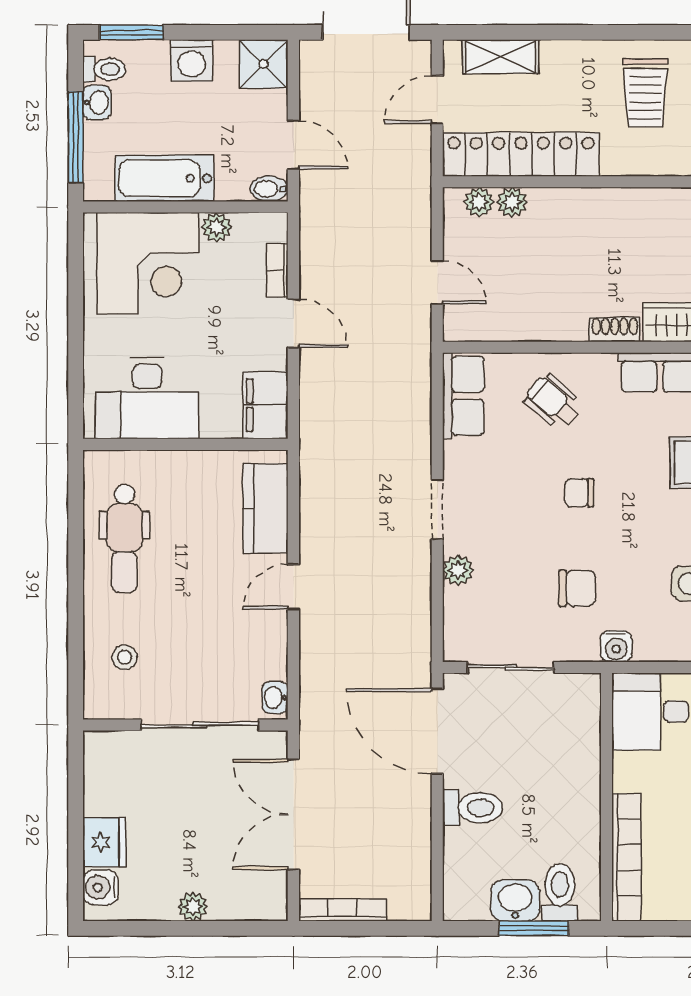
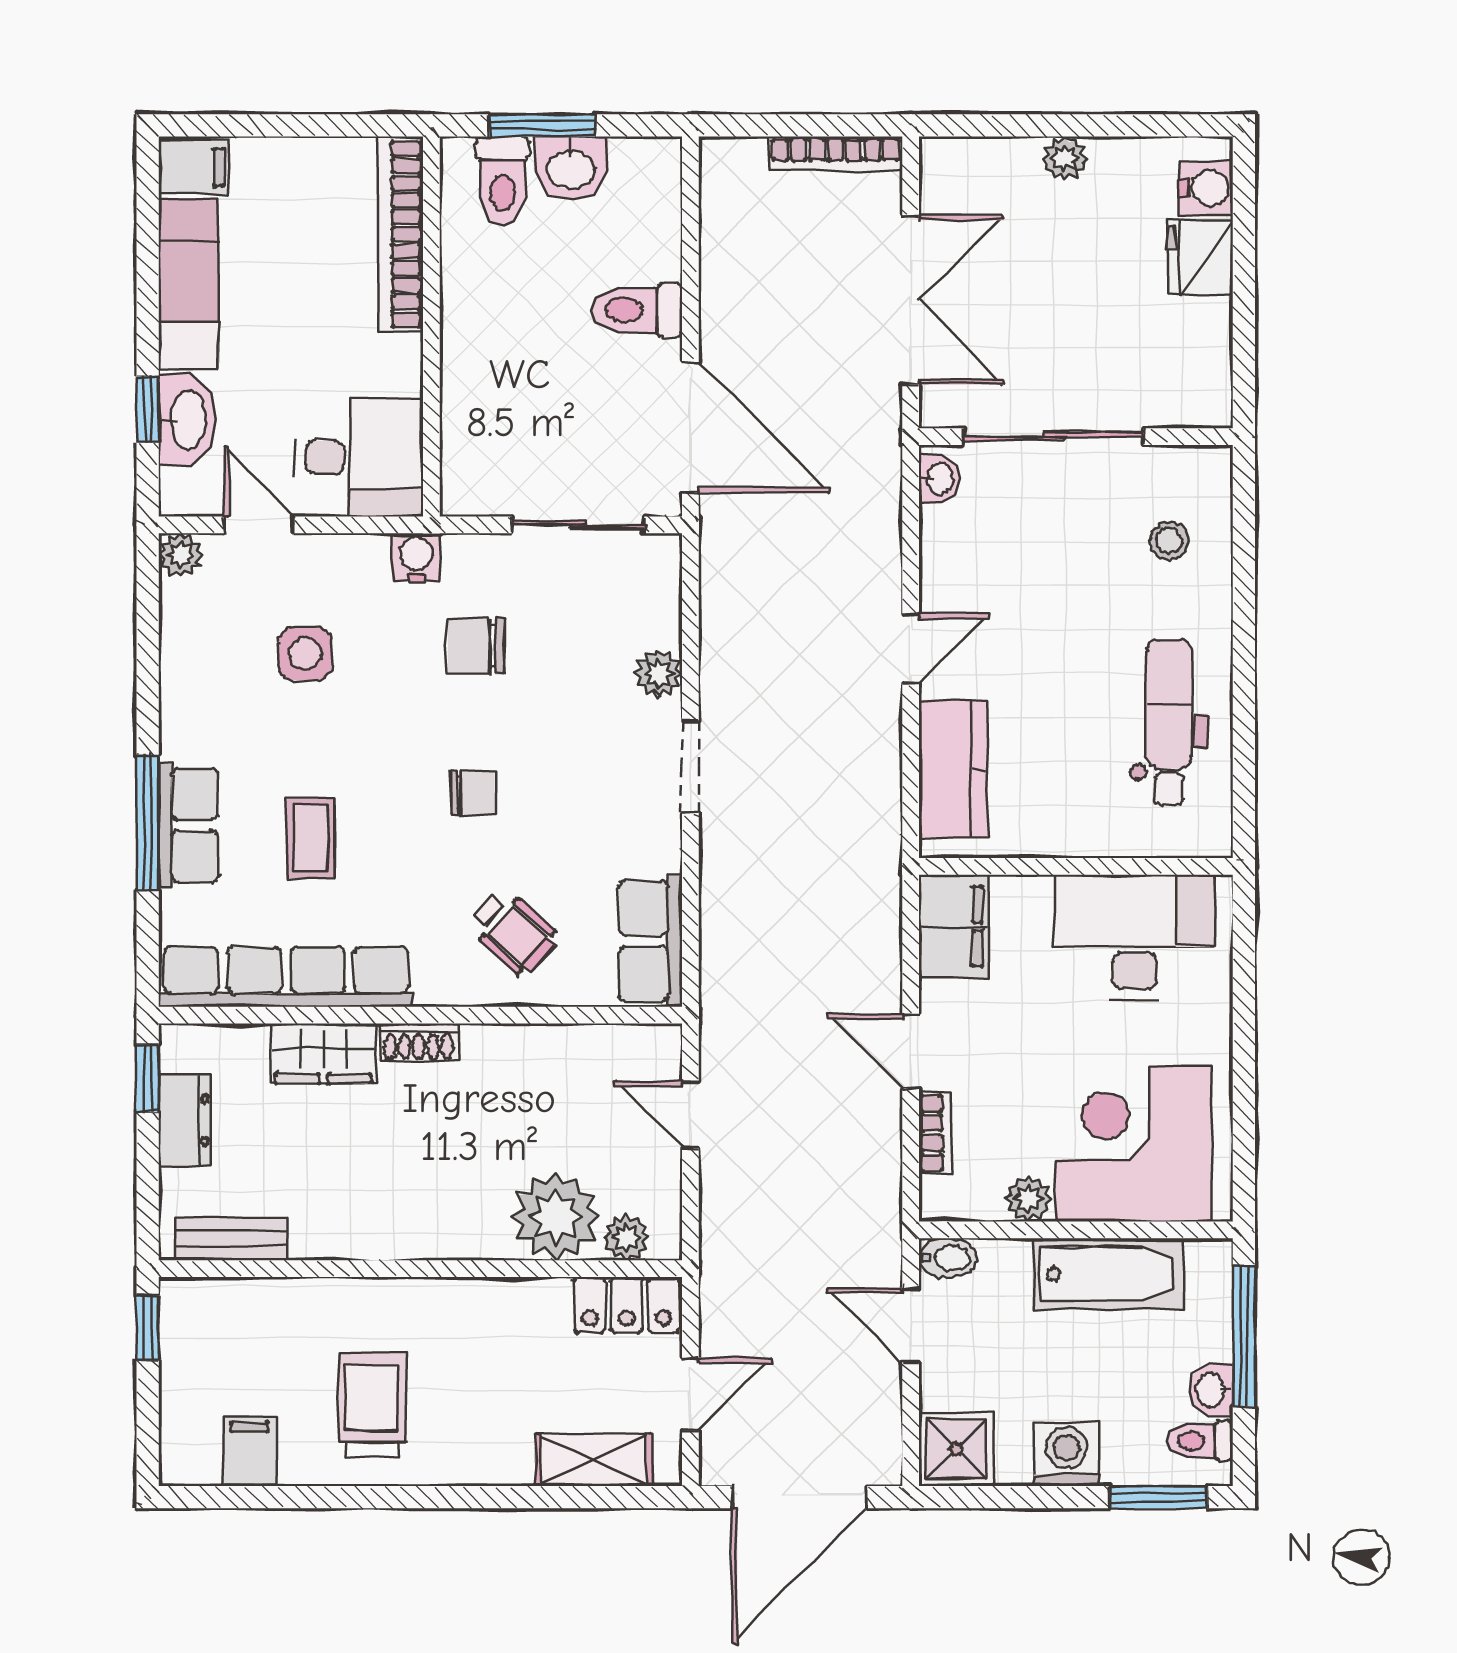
locker: (521, 154) -> (627, 1305), width x0.46, depth x0.83
plant: (512, 202) -> (556, 1217), width x1.87, depth x1.87

